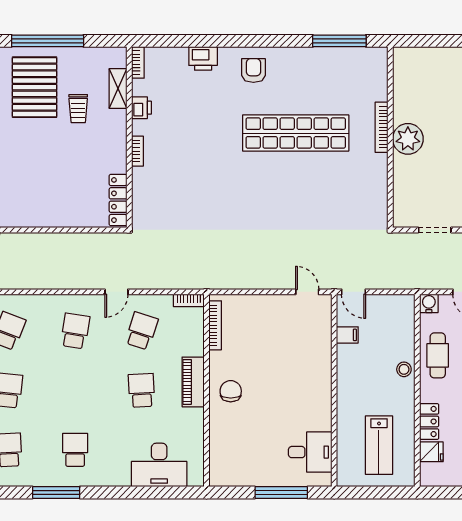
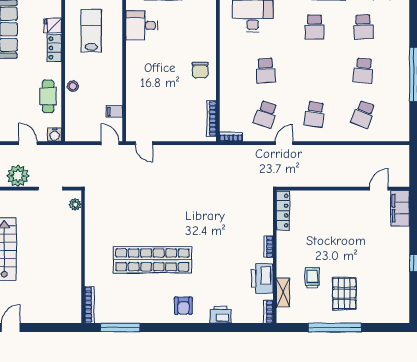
pallet: (35, 87) -> (344, 294), width x0.73, depth x0.71
printer: (141, 108) -> (262, 278), width x1.87, depth x1.48
bookcase: (381, 127) -> (89, 305), moved
plant: (408, 139) -> (75, 204), moved, width x0.53, depth x0.53
piano: (193, 382) -> (228, 77), removed

